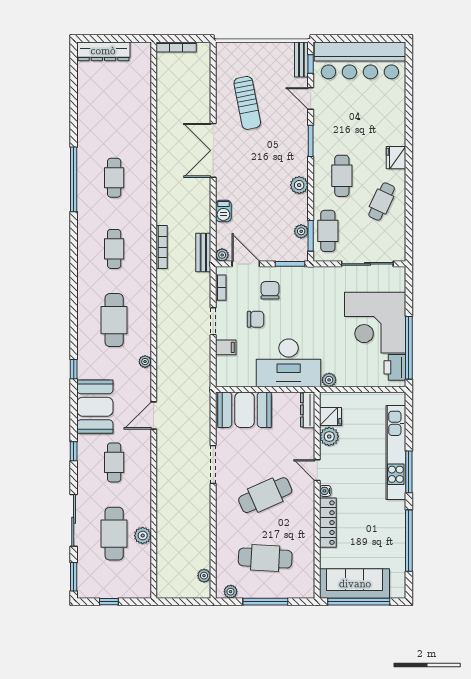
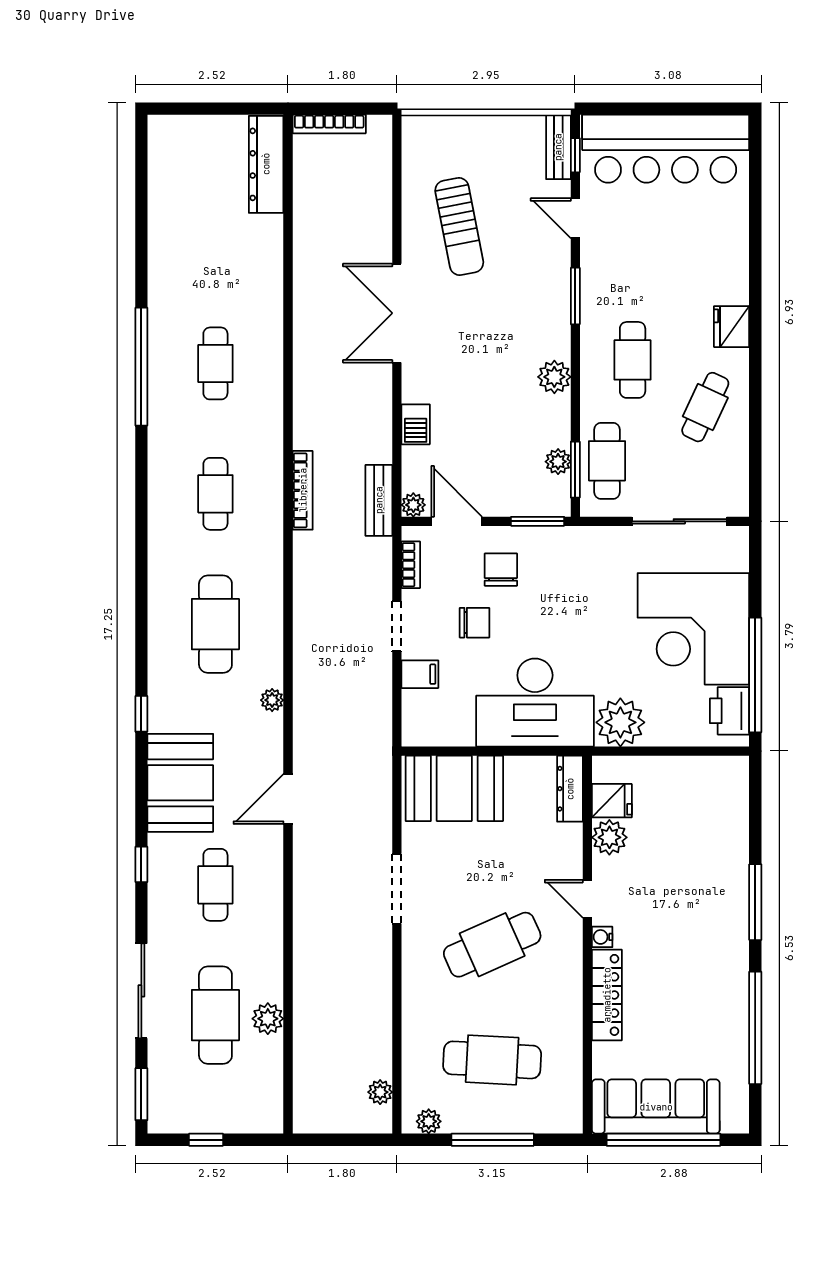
dresser: (103, 51) -> (266, 164), moved, turned 90
plant: (329, 380) -> (620, 722), width x1.88, depth x1.88
kitchen unit: (396, 453) -> (731, 867), removed

